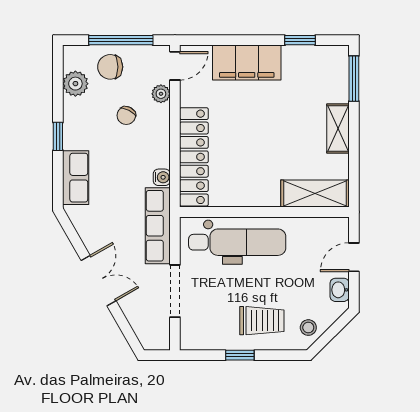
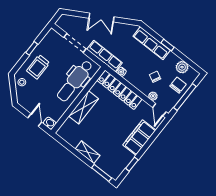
row of seats: (76, 178) -> (152, 43), width x1.48
shelving: (315, 194) -> (83, 107), moved
washbasin: (340, 290) -> (50, 123), moved

